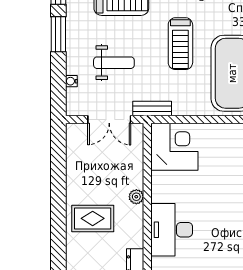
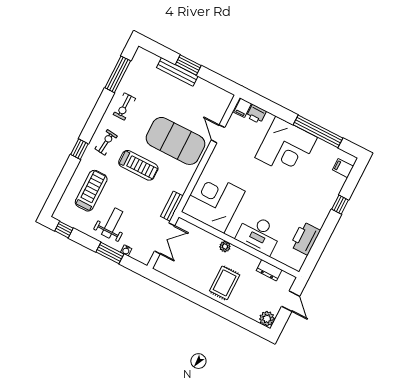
window: (58, 34) -> (110, 253), moved
weight bench: (114, 63) -> (112, 223), moved
corner desk: (174, 147) -> (213, 202), width x1.36, depth x1.36

